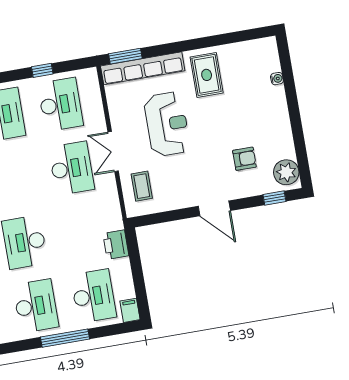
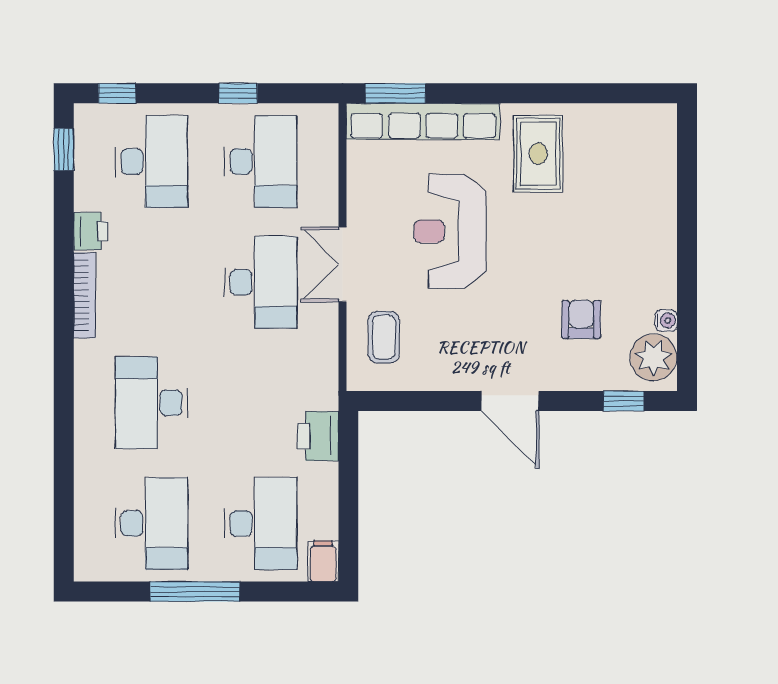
water cooler: (277, 79) -> (666, 320), moved
reception desk: (167, 124) -> (450, 231), turned 180
armchair: (244, 159) -> (581, 319), turned -90

